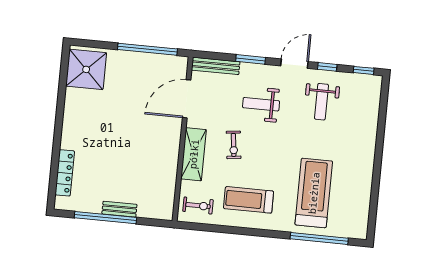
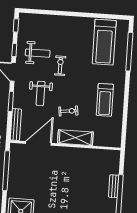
door: (187, 99) -> (38, 143), swing flipped
treadmill: (314, 193) -> (104, 42), moved, turned -90
exercise bike: (198, 206) -> (60, 66), moved

